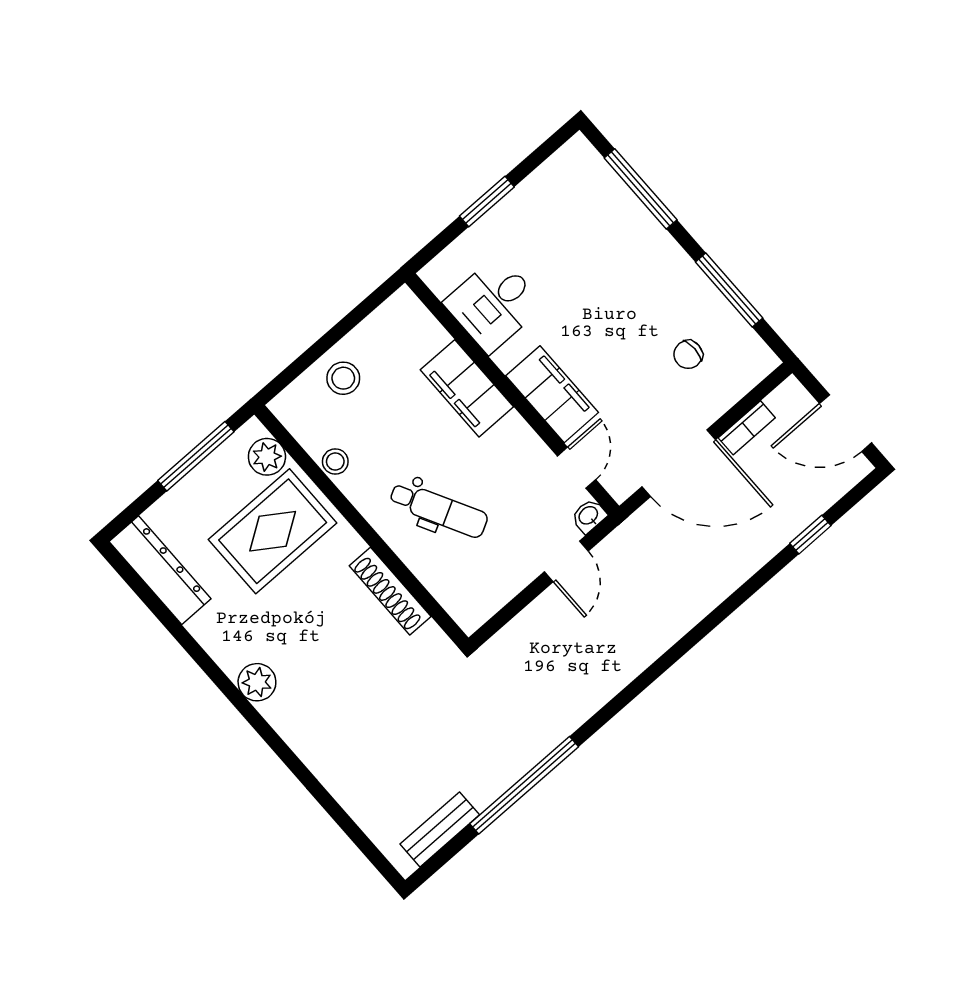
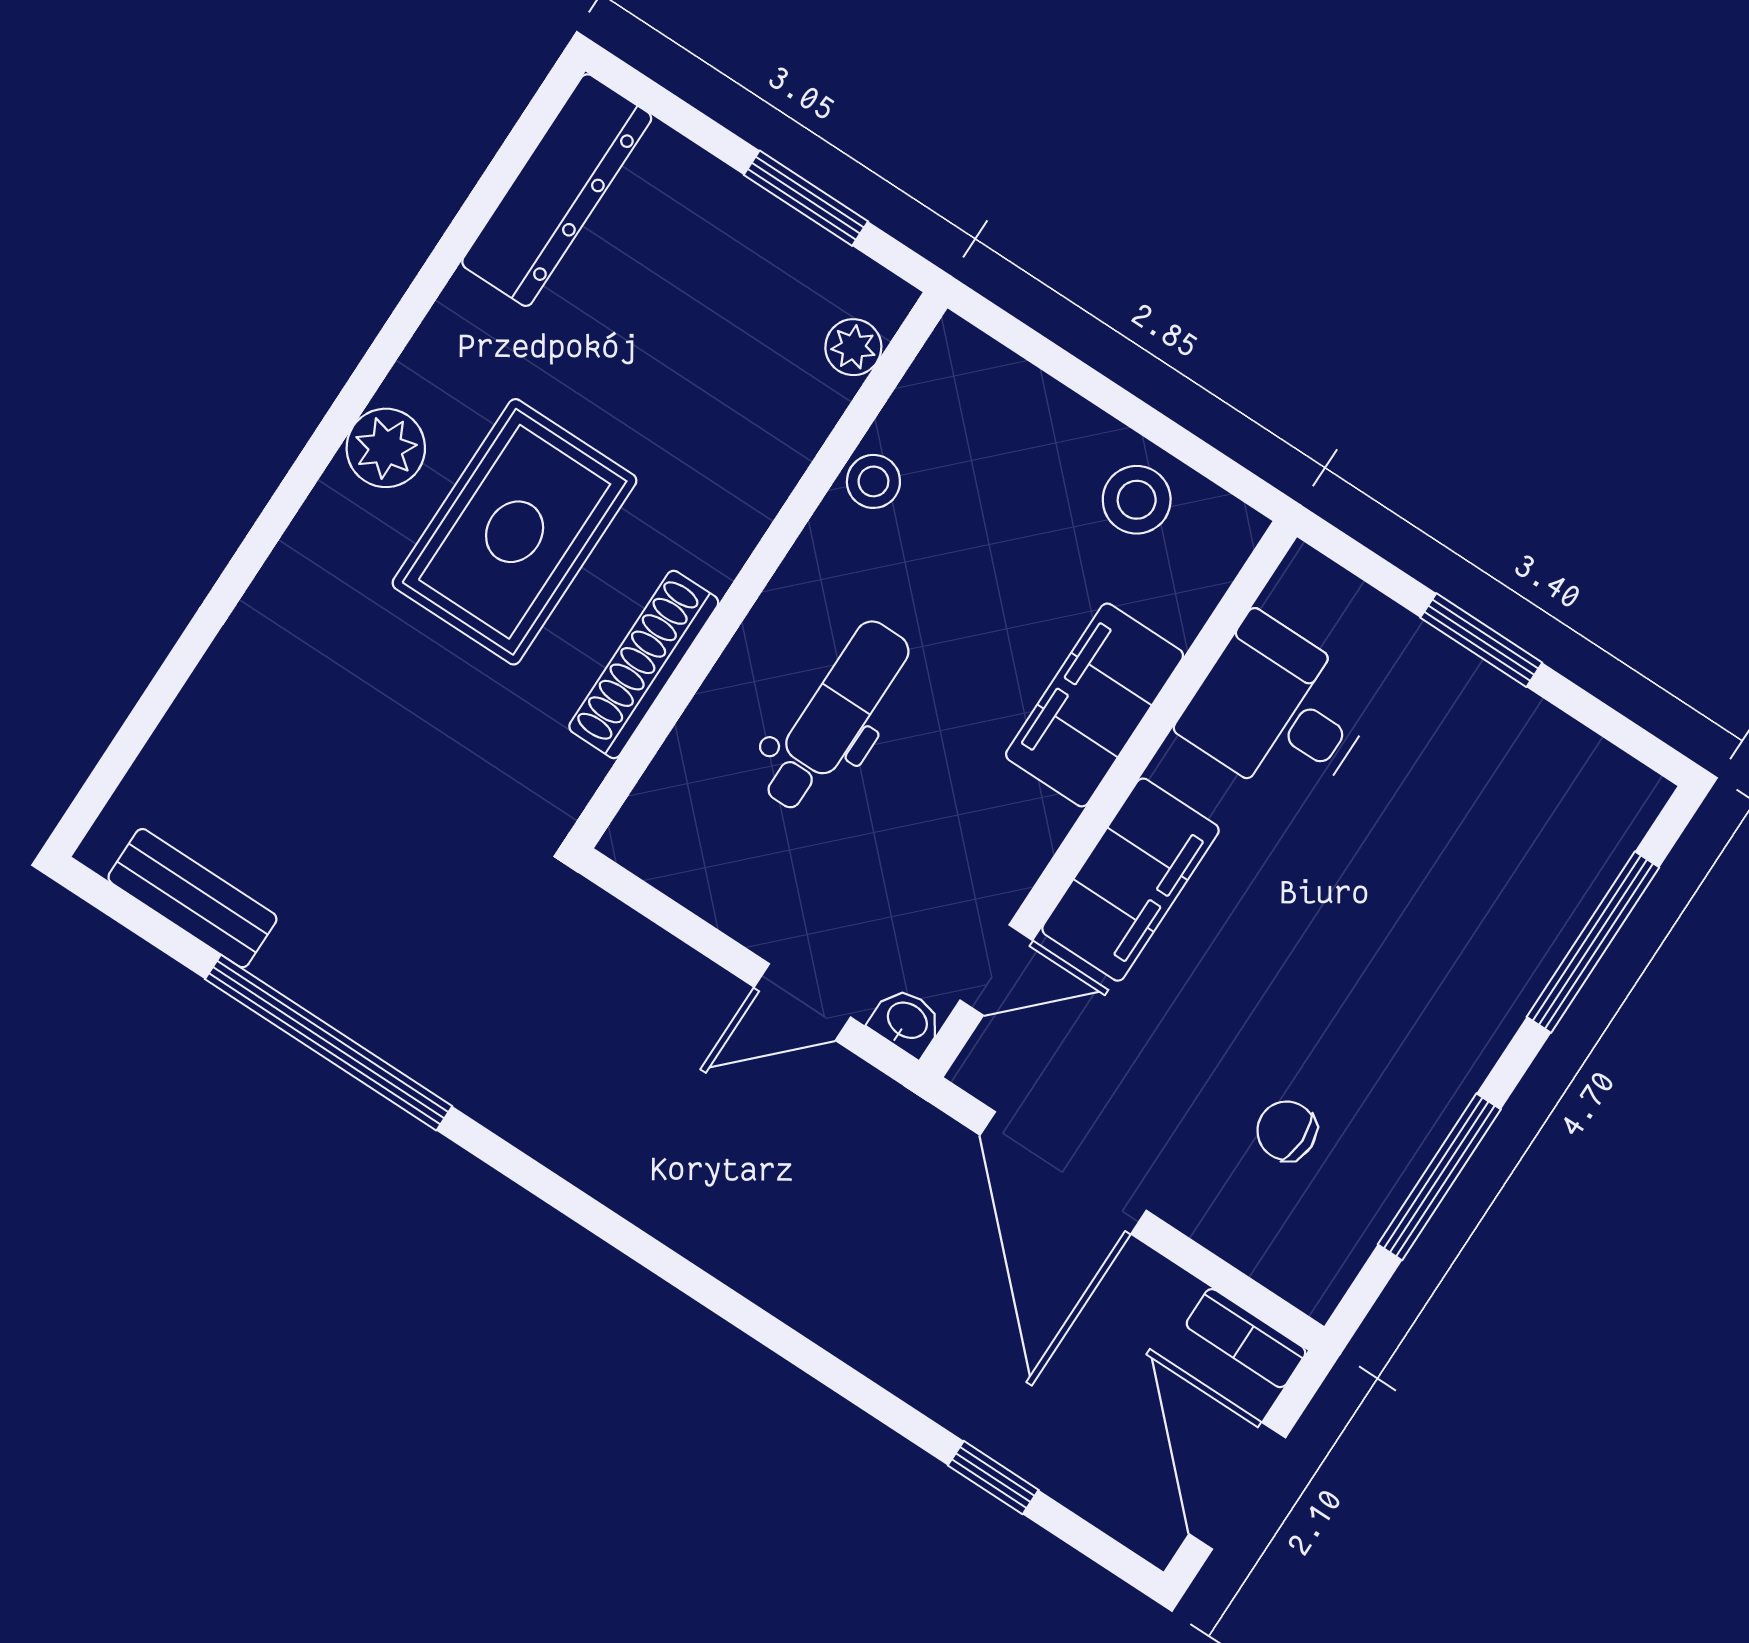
stool: (343, 378) -> (1137, 500), moved
bookcase: (747, 428) -> (1246, 1338), moved
window: (196, 456) -> (806, 198), width x0.69
plant: (267, 457) -> (853, 347), width x0.73, depth x0.73
dental chair: (439, 509) -> (835, 716), turned -152
rug: (273, 531) -> (515, 532), moved, turned 90

